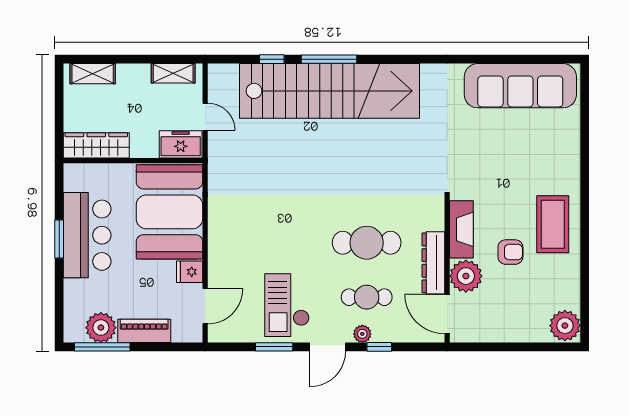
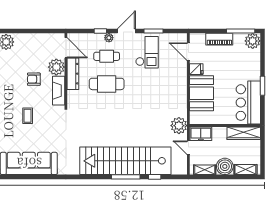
boiler: (133, 80) -> (225, 166), added
plant: (224, 160) -> (179, 126), added
booth: (169, 212) -> (202, 93), width x0.73, depth x0.70
coffee table: (553, 224) -> (28, 116), moved, width x0.54, depth x0.58
bar counter: (87, 235) -> (248, 103), moved
door: (205, 306) -> (188, 52), hinge flipped
plant: (101, 328) -> (253, 41), moved

